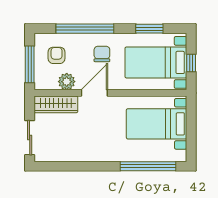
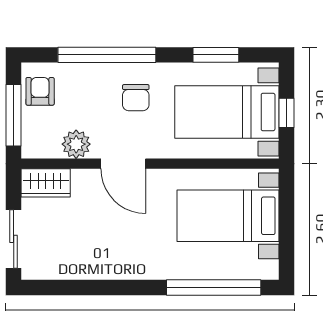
chair: (102, 54) -> (136, 98), turned 180
armchair: (57, 55) -> (40, 91), moved
door: (94, 93) -> (123, 164), swing flipped
wardrobe: (56, 104) -> (46, 183), width x0.67

